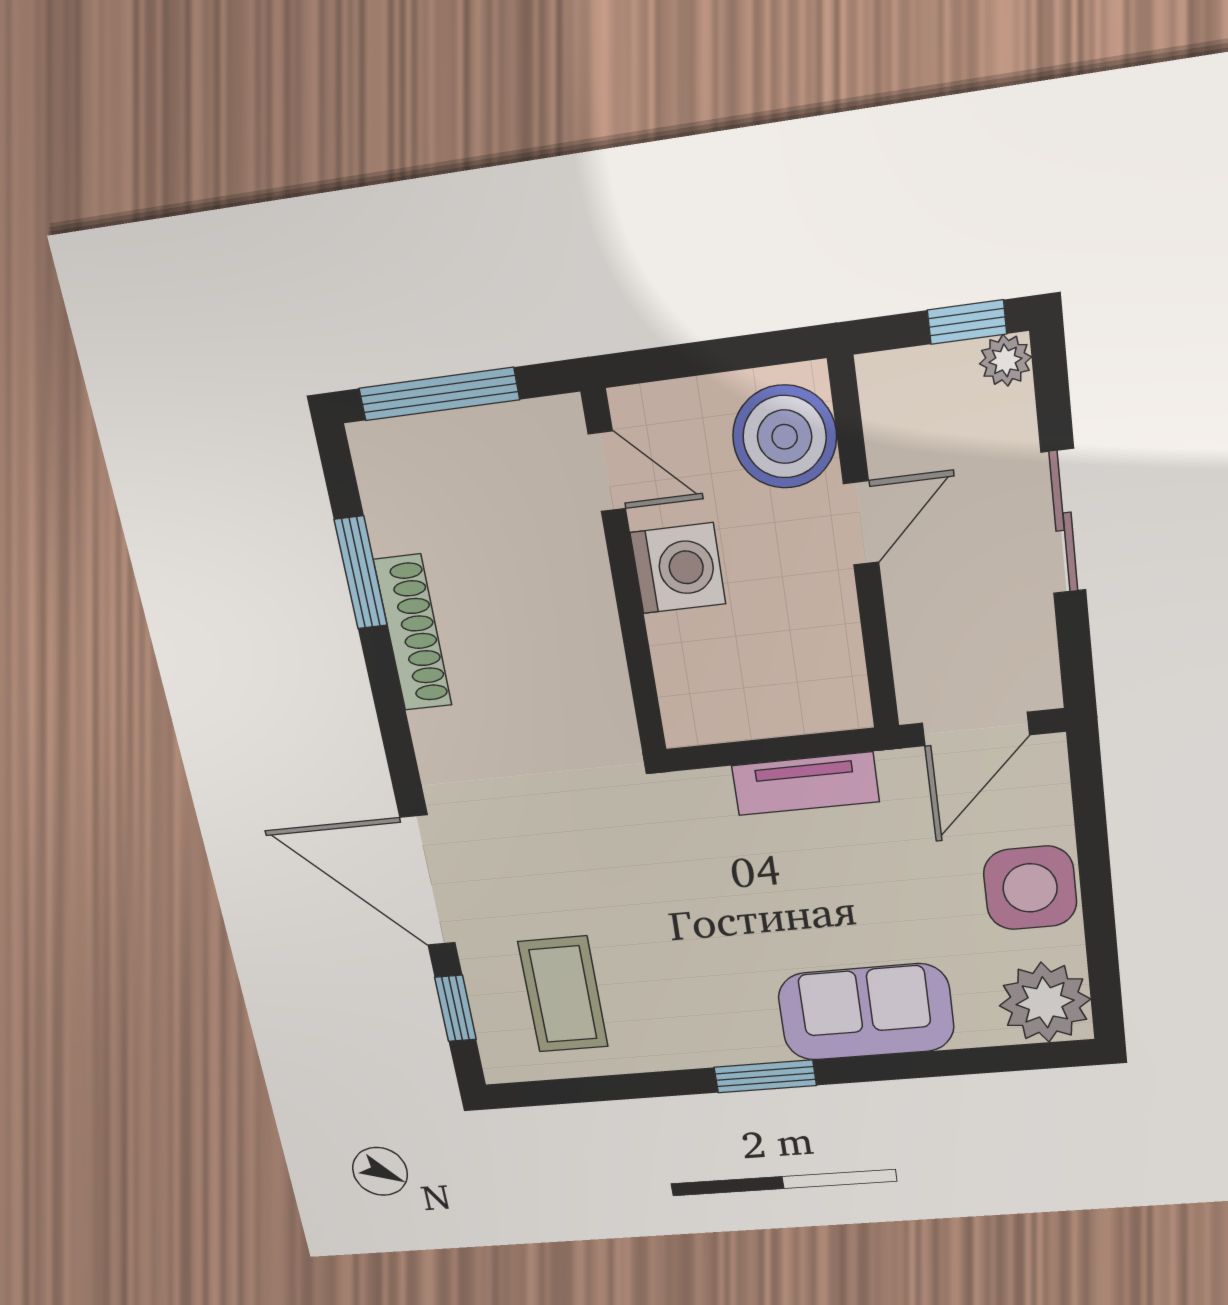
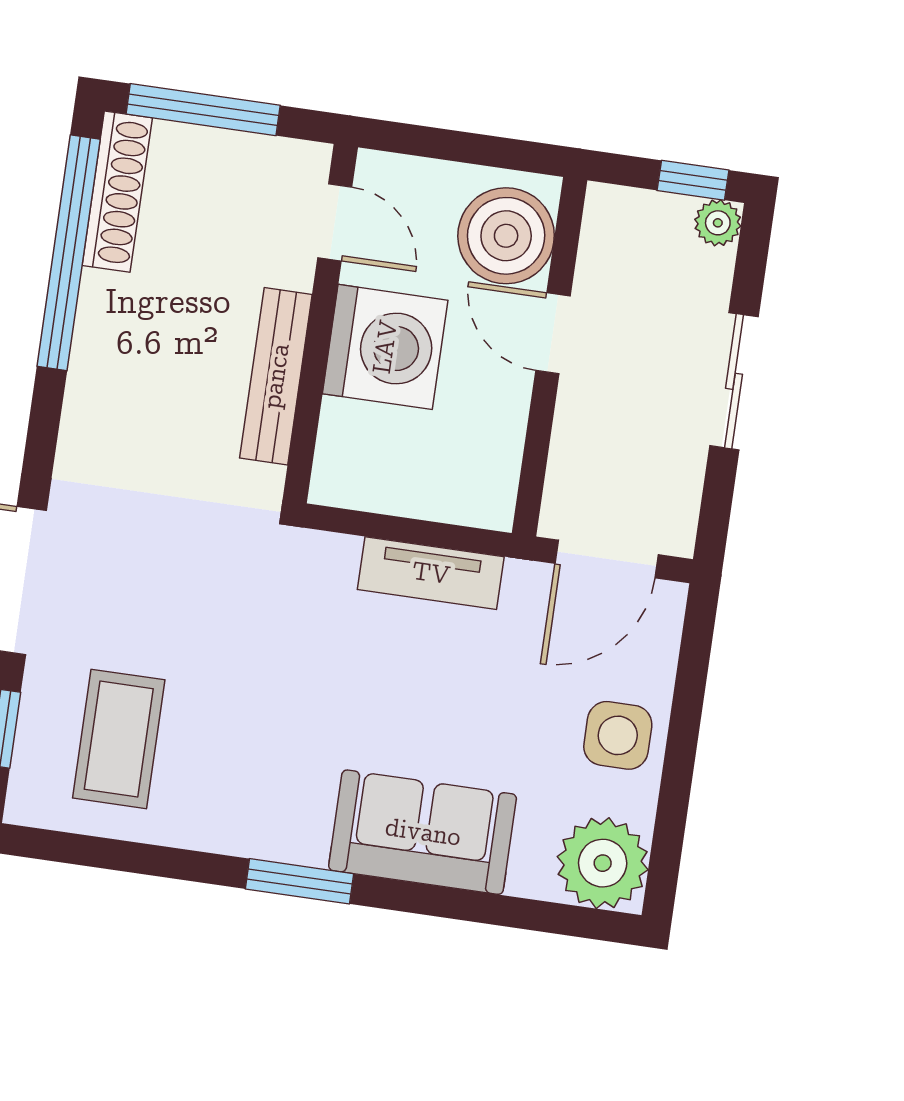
door: (861, 523) -> (553, 333), swing flipped
washing machine: (678, 568) -> (385, 347), width x1.37, depth x1.37
window: (361, 573) -> (69, 253), width x2.11
shoe rack: (413, 633) -> (117, 192), moved
bench: (598, 638) -> (276, 376), added
side table: (1030, 888) -> (618, 735), width x0.73, depth x0.73

